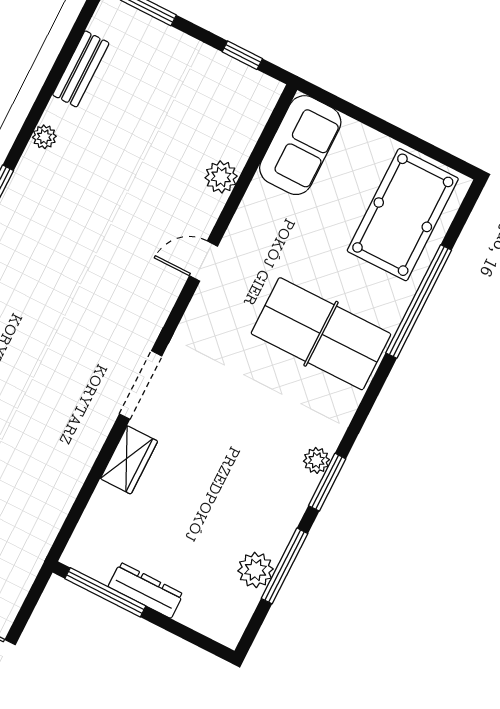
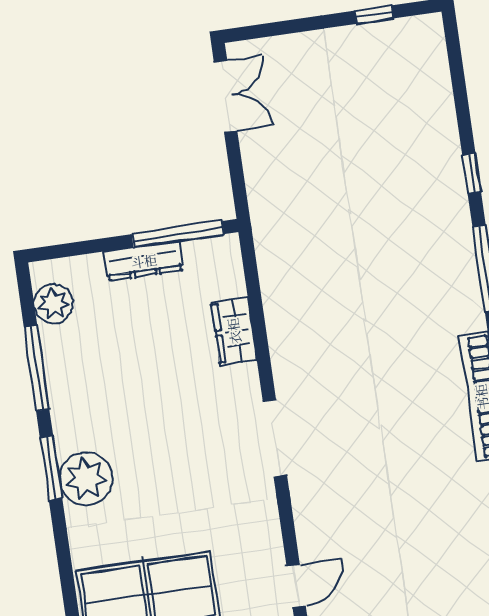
wardrobe: (129, 460) -> (234, 331), moved
plant: (316, 460) -> (86, 479), width x1.87, depth x1.87
plant: (255, 570) -> (54, 304), moved

